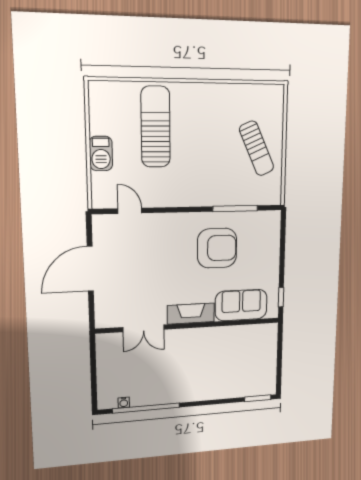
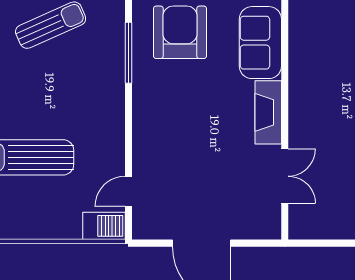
barbecue: (101, 154) -> (104, 226), moved
armchair: (217, 248) -> (180, 32), moved

